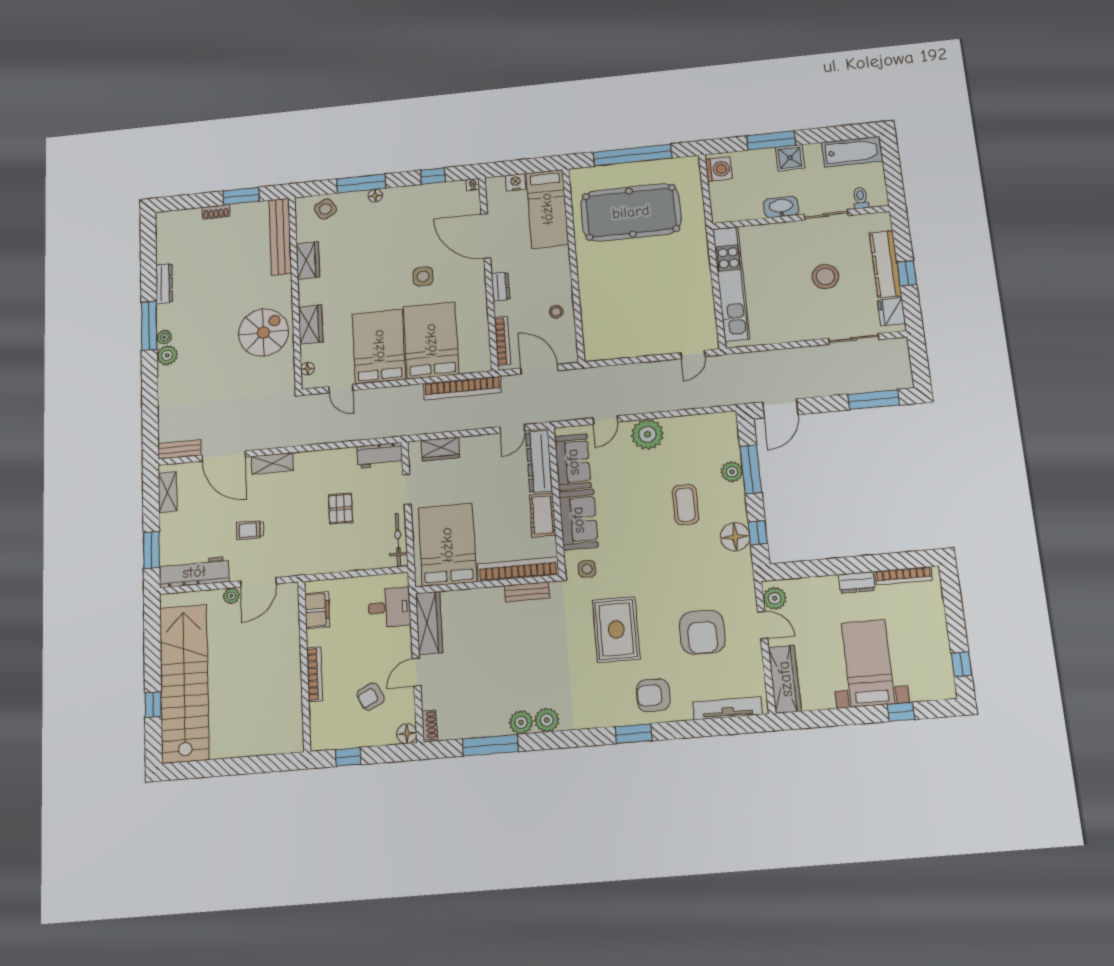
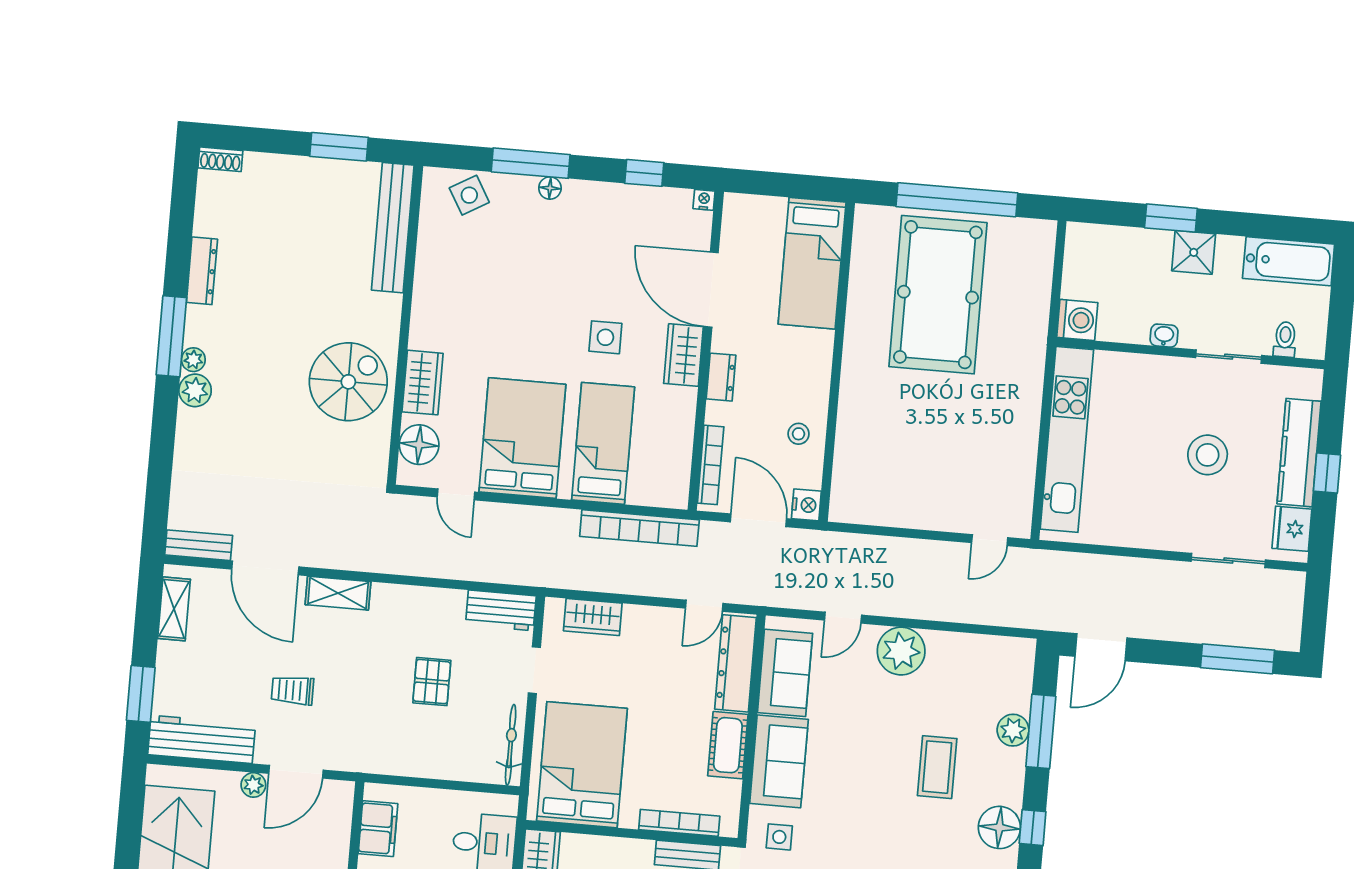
window: (771, 140) -> (1171, 218), width x0.69
washing machine: (719, 169) -> (1077, 320), moved
nightstand: (516, 182) -> (806, 505), moved, turned 90
washbasin: (781, 207) -> (1164, 336), width x0.52, depth x0.69
shoe rack: (216, 212) -> (220, 159), moved
pool table: (631, 212) -> (938, 295), turned 90
wardrobe: (308, 261) -> (683, 355), moved, turned 180
bed: (431, 340) -> (603, 443), width x0.67
floor lamp: (307, 369) -> (419, 445), width x1.89, depth x1.89
bookcase: (518, 569) -> (679, 823), width x0.68, depth x0.76

